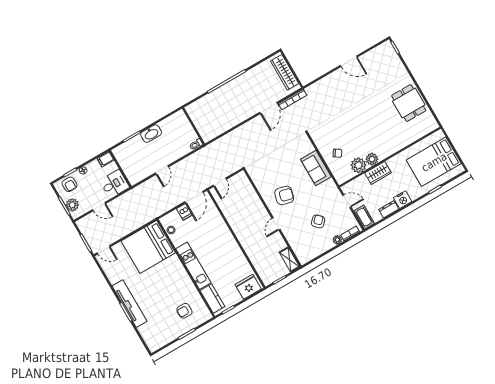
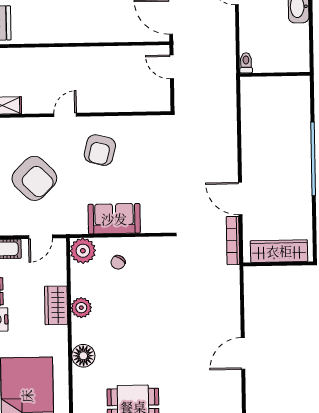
floor lamp: (396, 144) -> (83, 356), added
plant: (358, 165) -> (83, 251), moved
armchair: (318, 221) -> (34, 178), width x1.88, depth x1.88
door: (276, 224) -> (65, 115), hinge flipped

